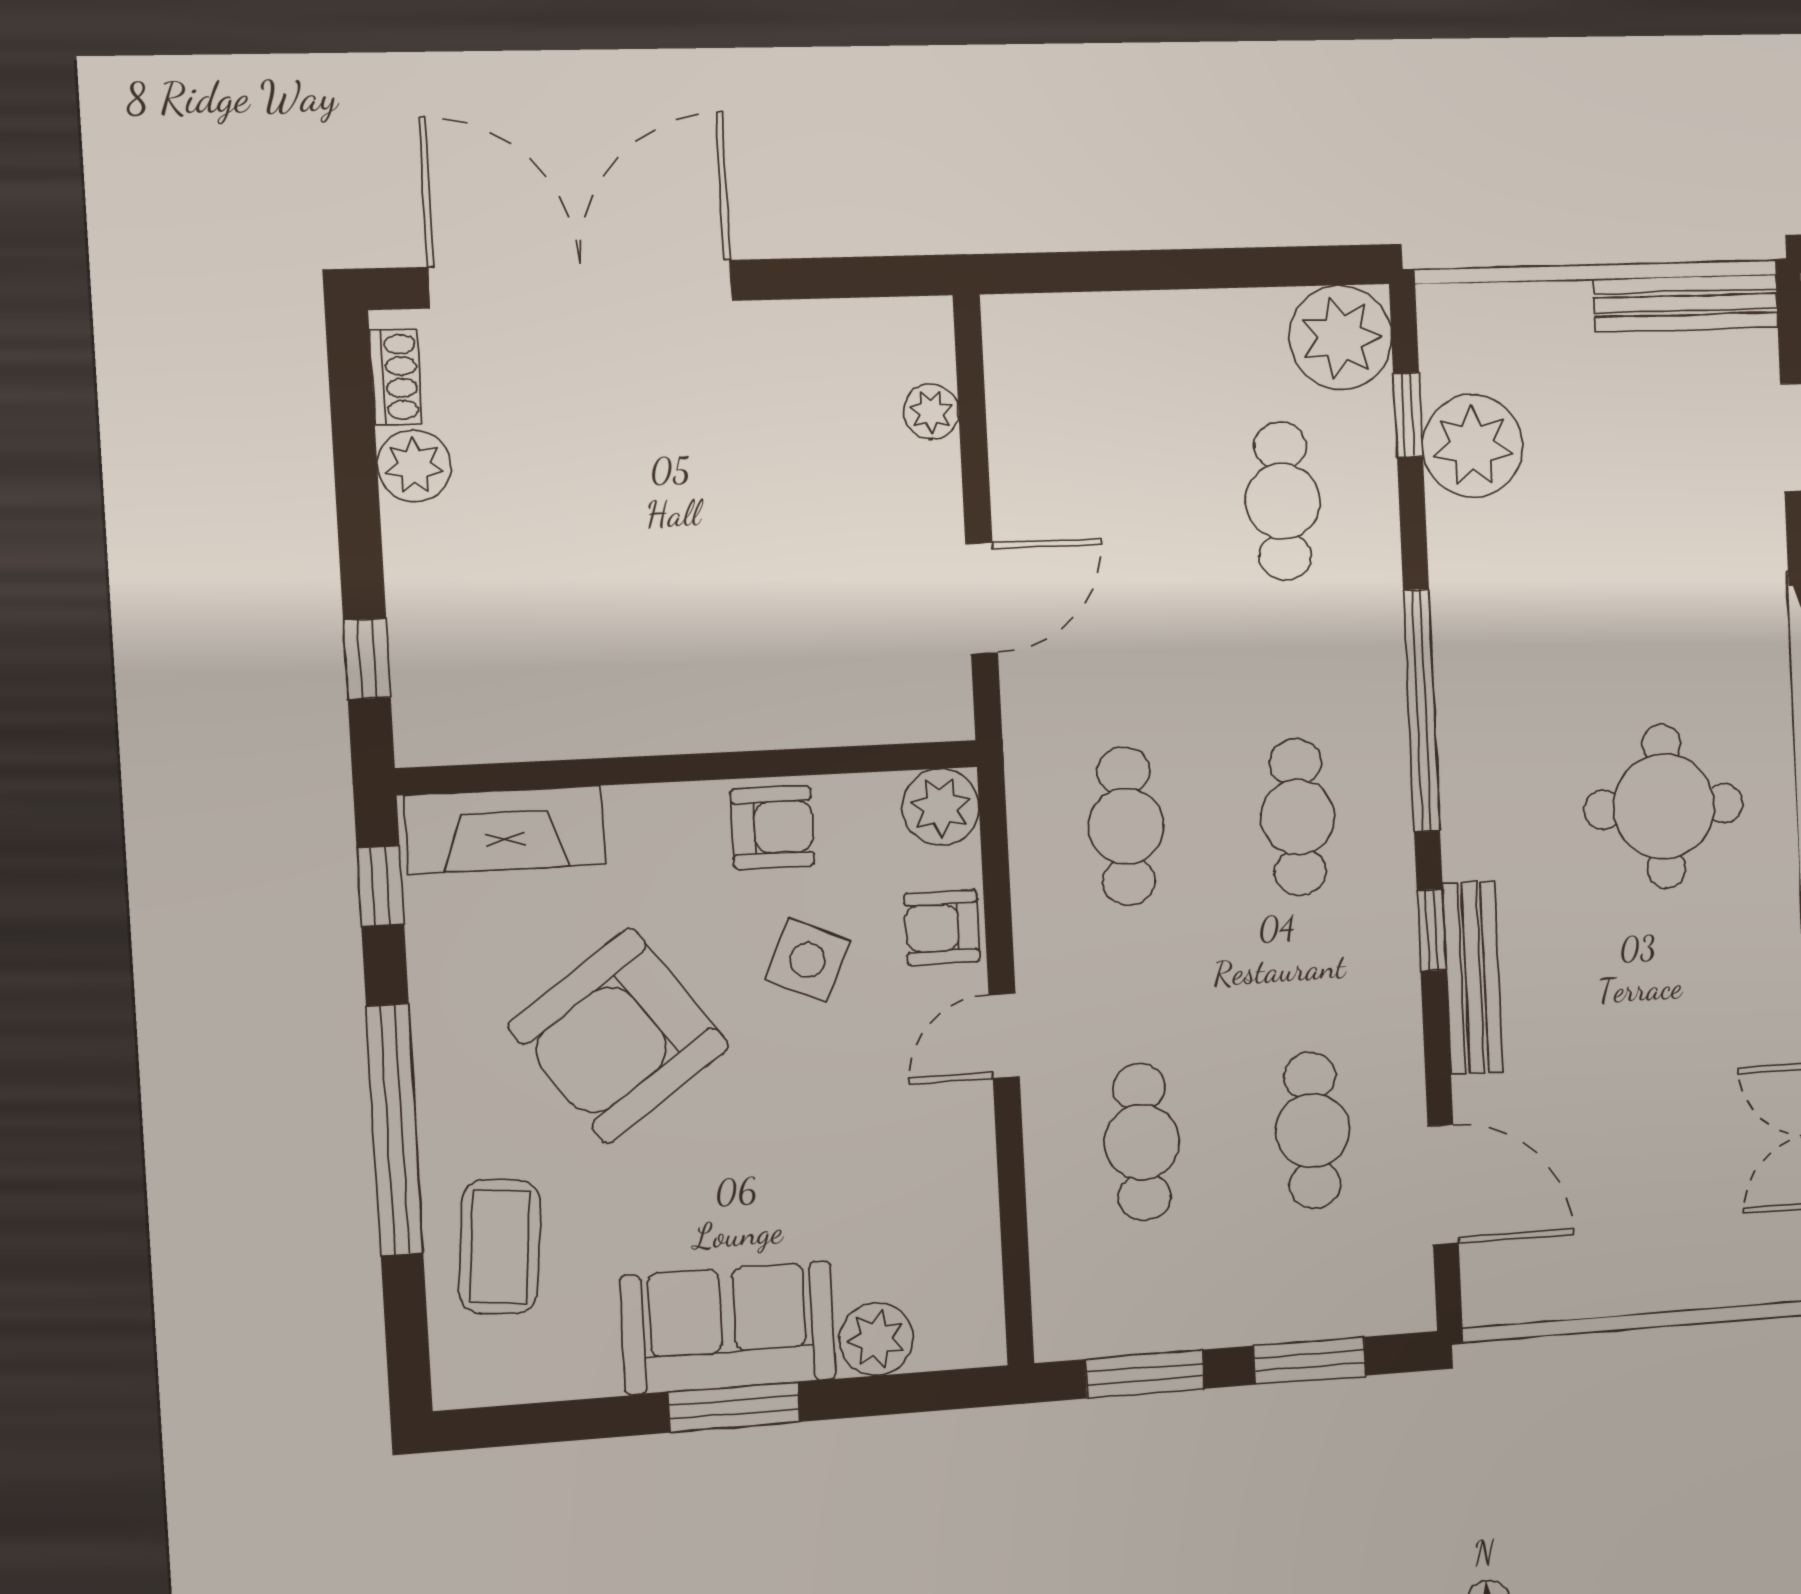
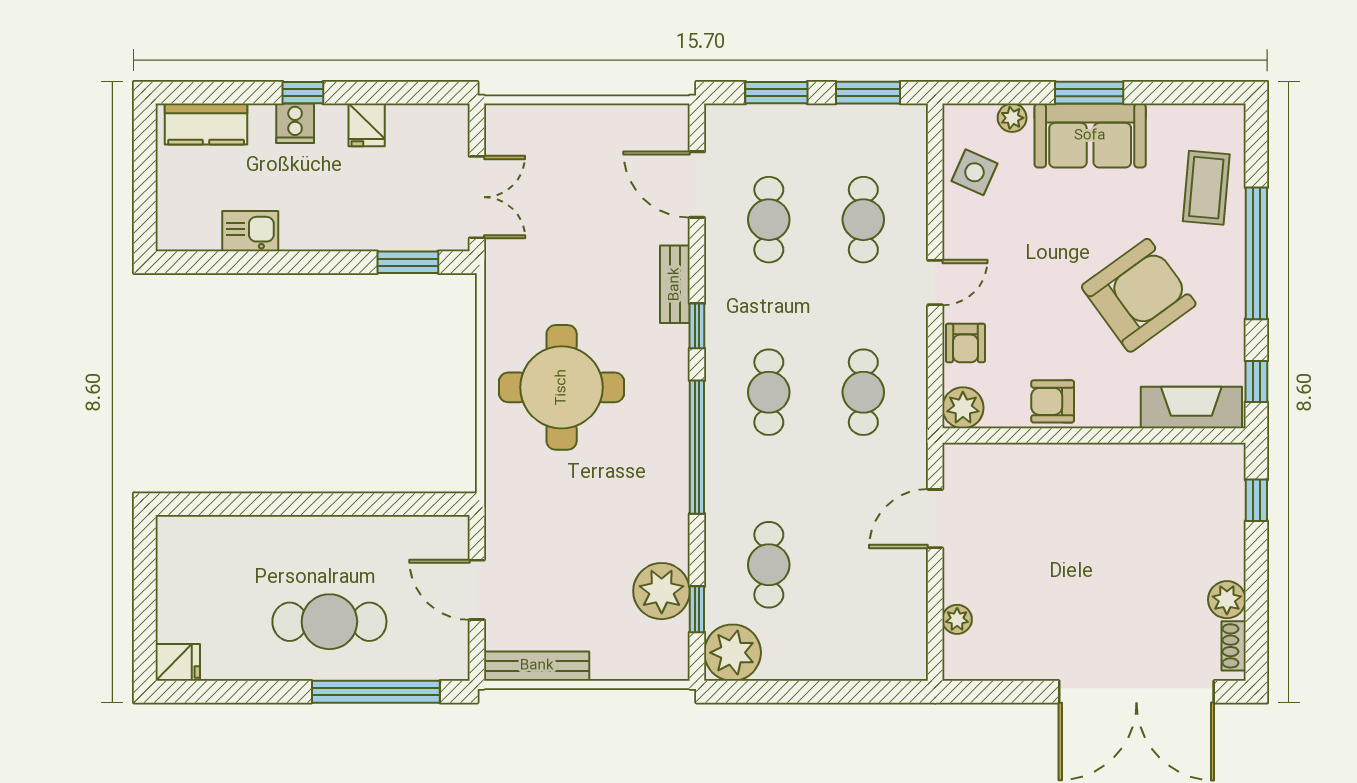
round table: (1664, 806) -> (562, 387), width x1.36, depth x1.36
armchair: (942, 927) -> (965, 343), turned 90
side table: (808, 960) -> (974, 172), moved
bench: (1473, 978) -> (675, 284), width x0.73
plant: (876, 1339) -> (1012, 118), width x0.73, depth x0.73

